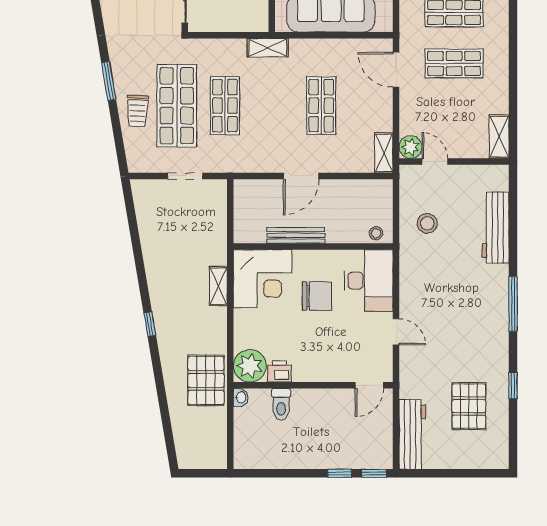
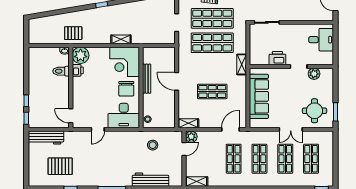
shop shelf: (225, 106) -> (212, 43), width x1.43, depth x1.36
chair: (317, 296) -> (126, 89), moved
pallet: (206, 380) -> (73, 33), width x0.67, depth x0.71

